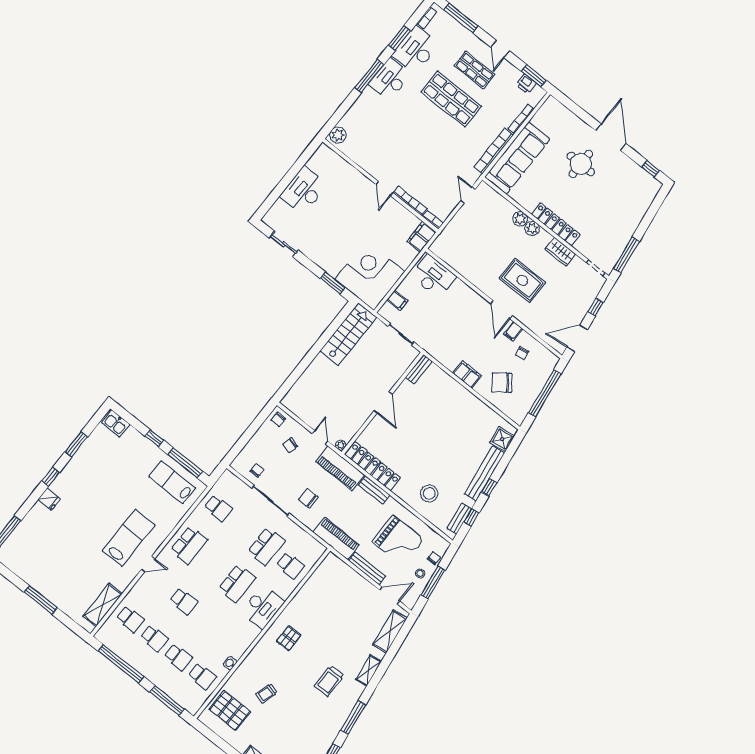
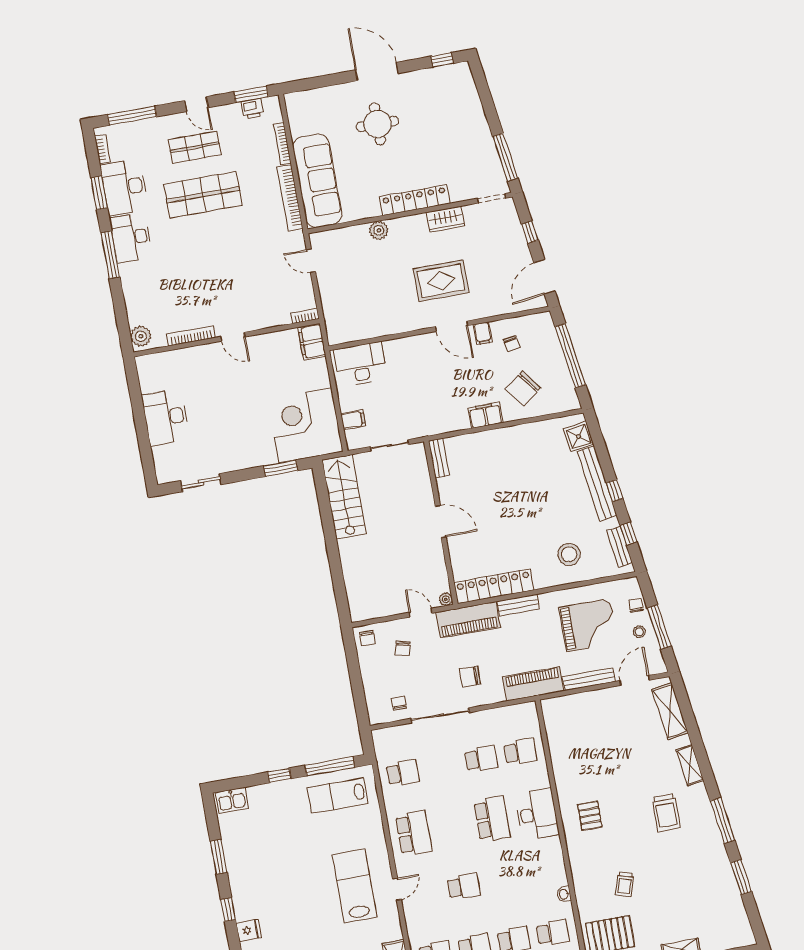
bookcase: (410, 201) -> (191, 336), moved
plant: (532, 228) -> (399, 227), removed
school desk: (266, 546) -> (481, 759), width x0.54

